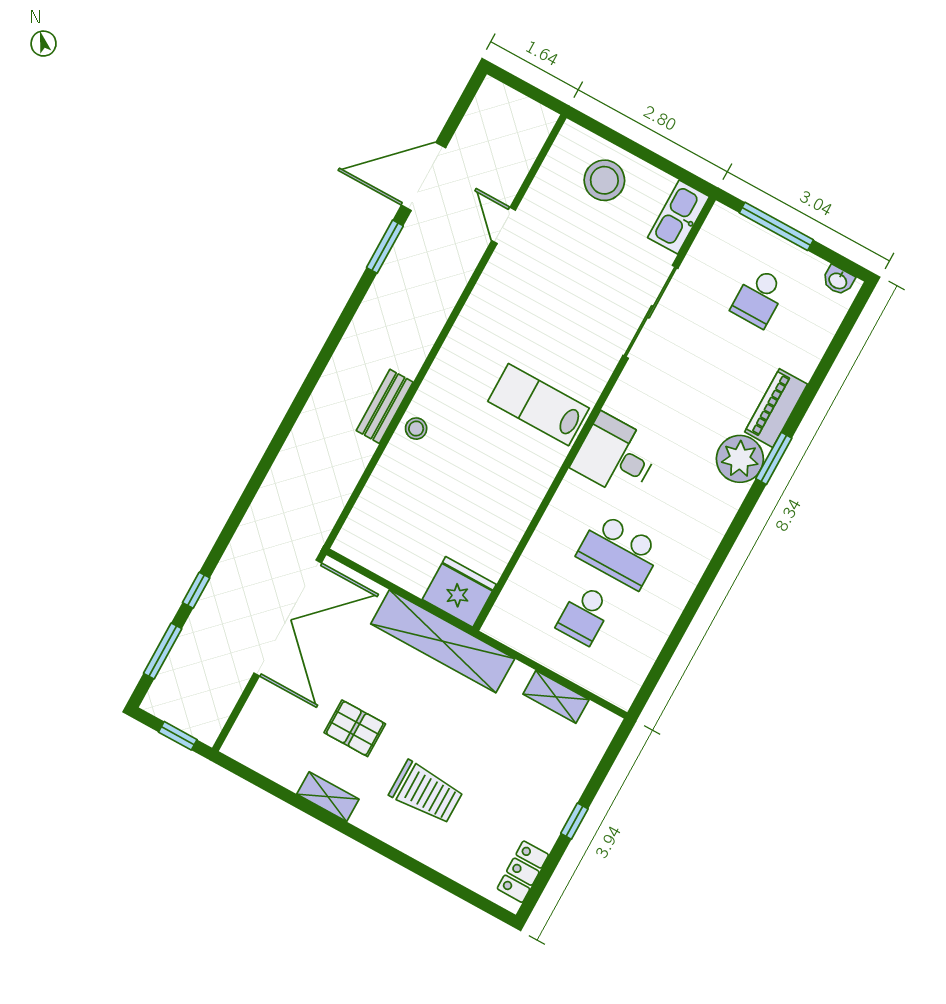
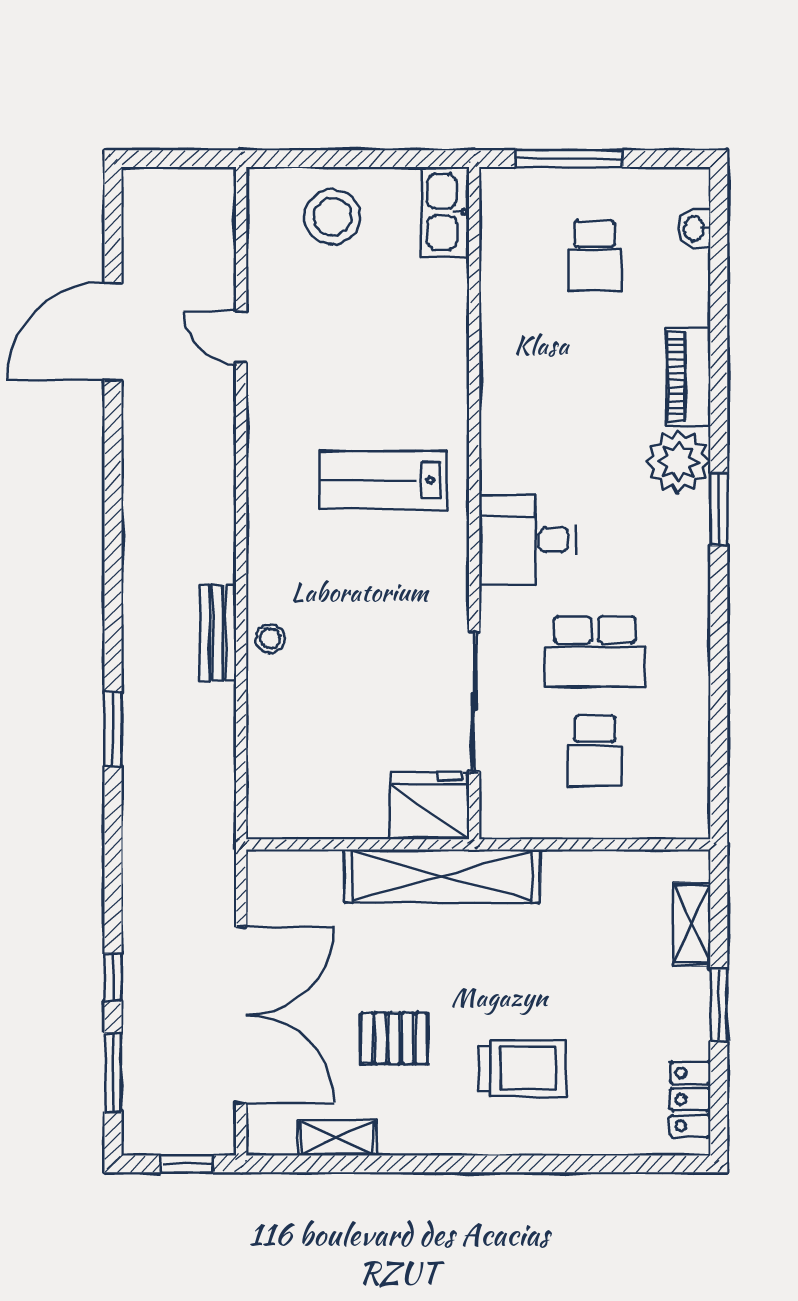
window: (385, 247) -> (113, 729), moved
washbasin: (838, 280) -> (695, 229), moved, turned 90
sliding door: (650, 312) -> (474, 702), moved
lab bench: (538, 405) -> (383, 480), moved
window: (774, 458) -> (719, 509), moved
double door: (288, 618) -> (241, 1015), moved
shelving: (556, 697) -> (692, 924), moved, turned 90
shelving: (328, 797) -> (337, 1138), moved
window: (574, 821) -> (719, 1005), width x1.50

